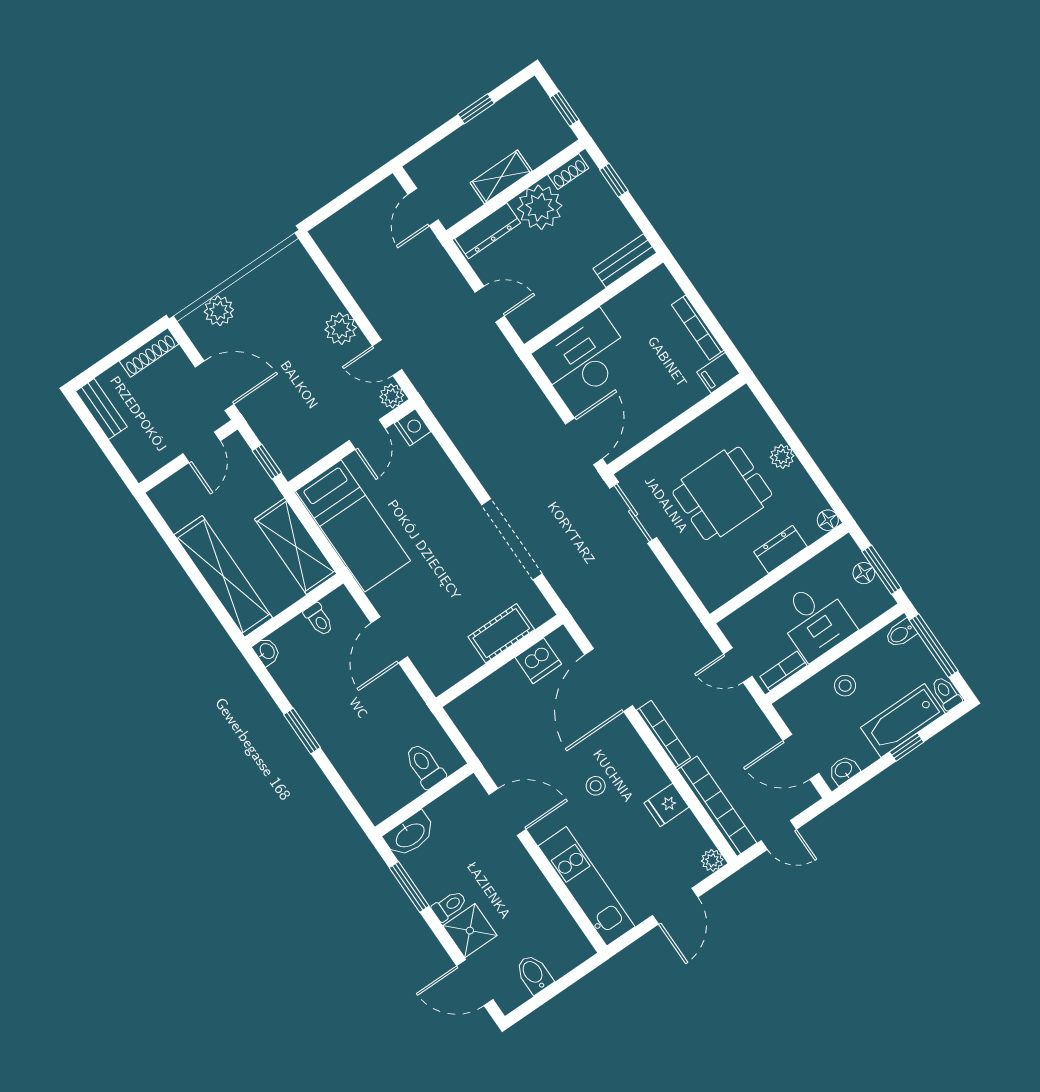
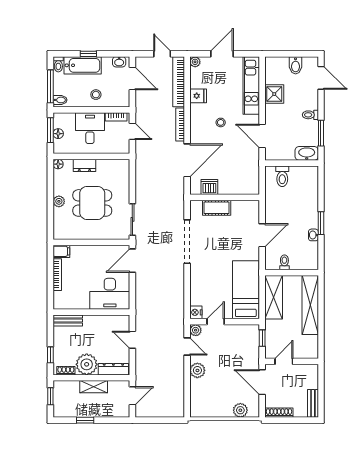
washbasin: (267, 651) -> (313, 235), moved
shower: (470, 931) -> (274, 94), moved

